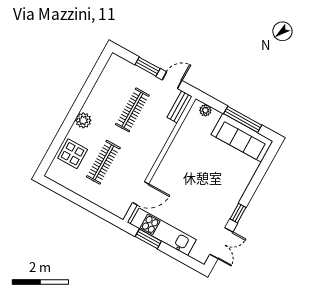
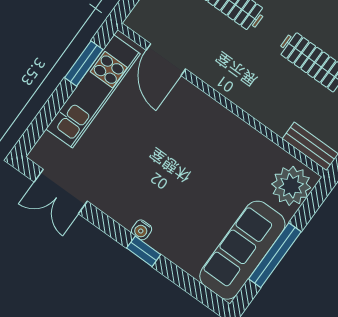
plant: (205, 110) -> (291, 186), width x1.87, depth x1.87
water cooler: (237, 195) -> (142, 230), added
window: (238, 213) -> (144, 251), moved

